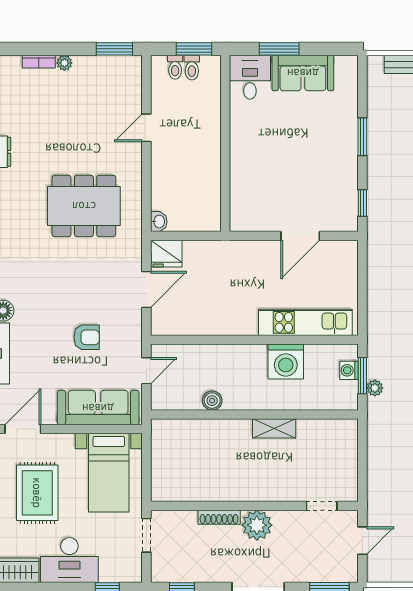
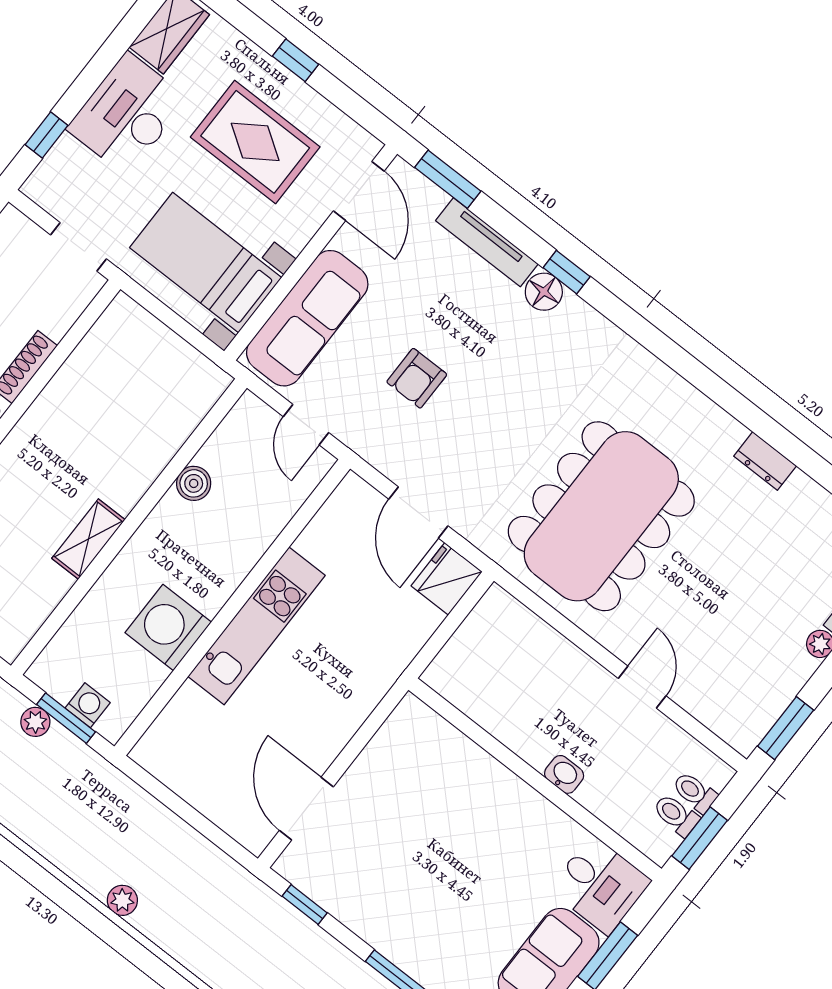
dining table: (84, 206) -> (601, 516), width x1.36, depth x1.24
washbasin: (159, 222) -> (564, 774), moved, turned 180
door: (300, 236) -> (306, 809), moved
kitchen unit: (305, 322) -> (257, 626), moved

